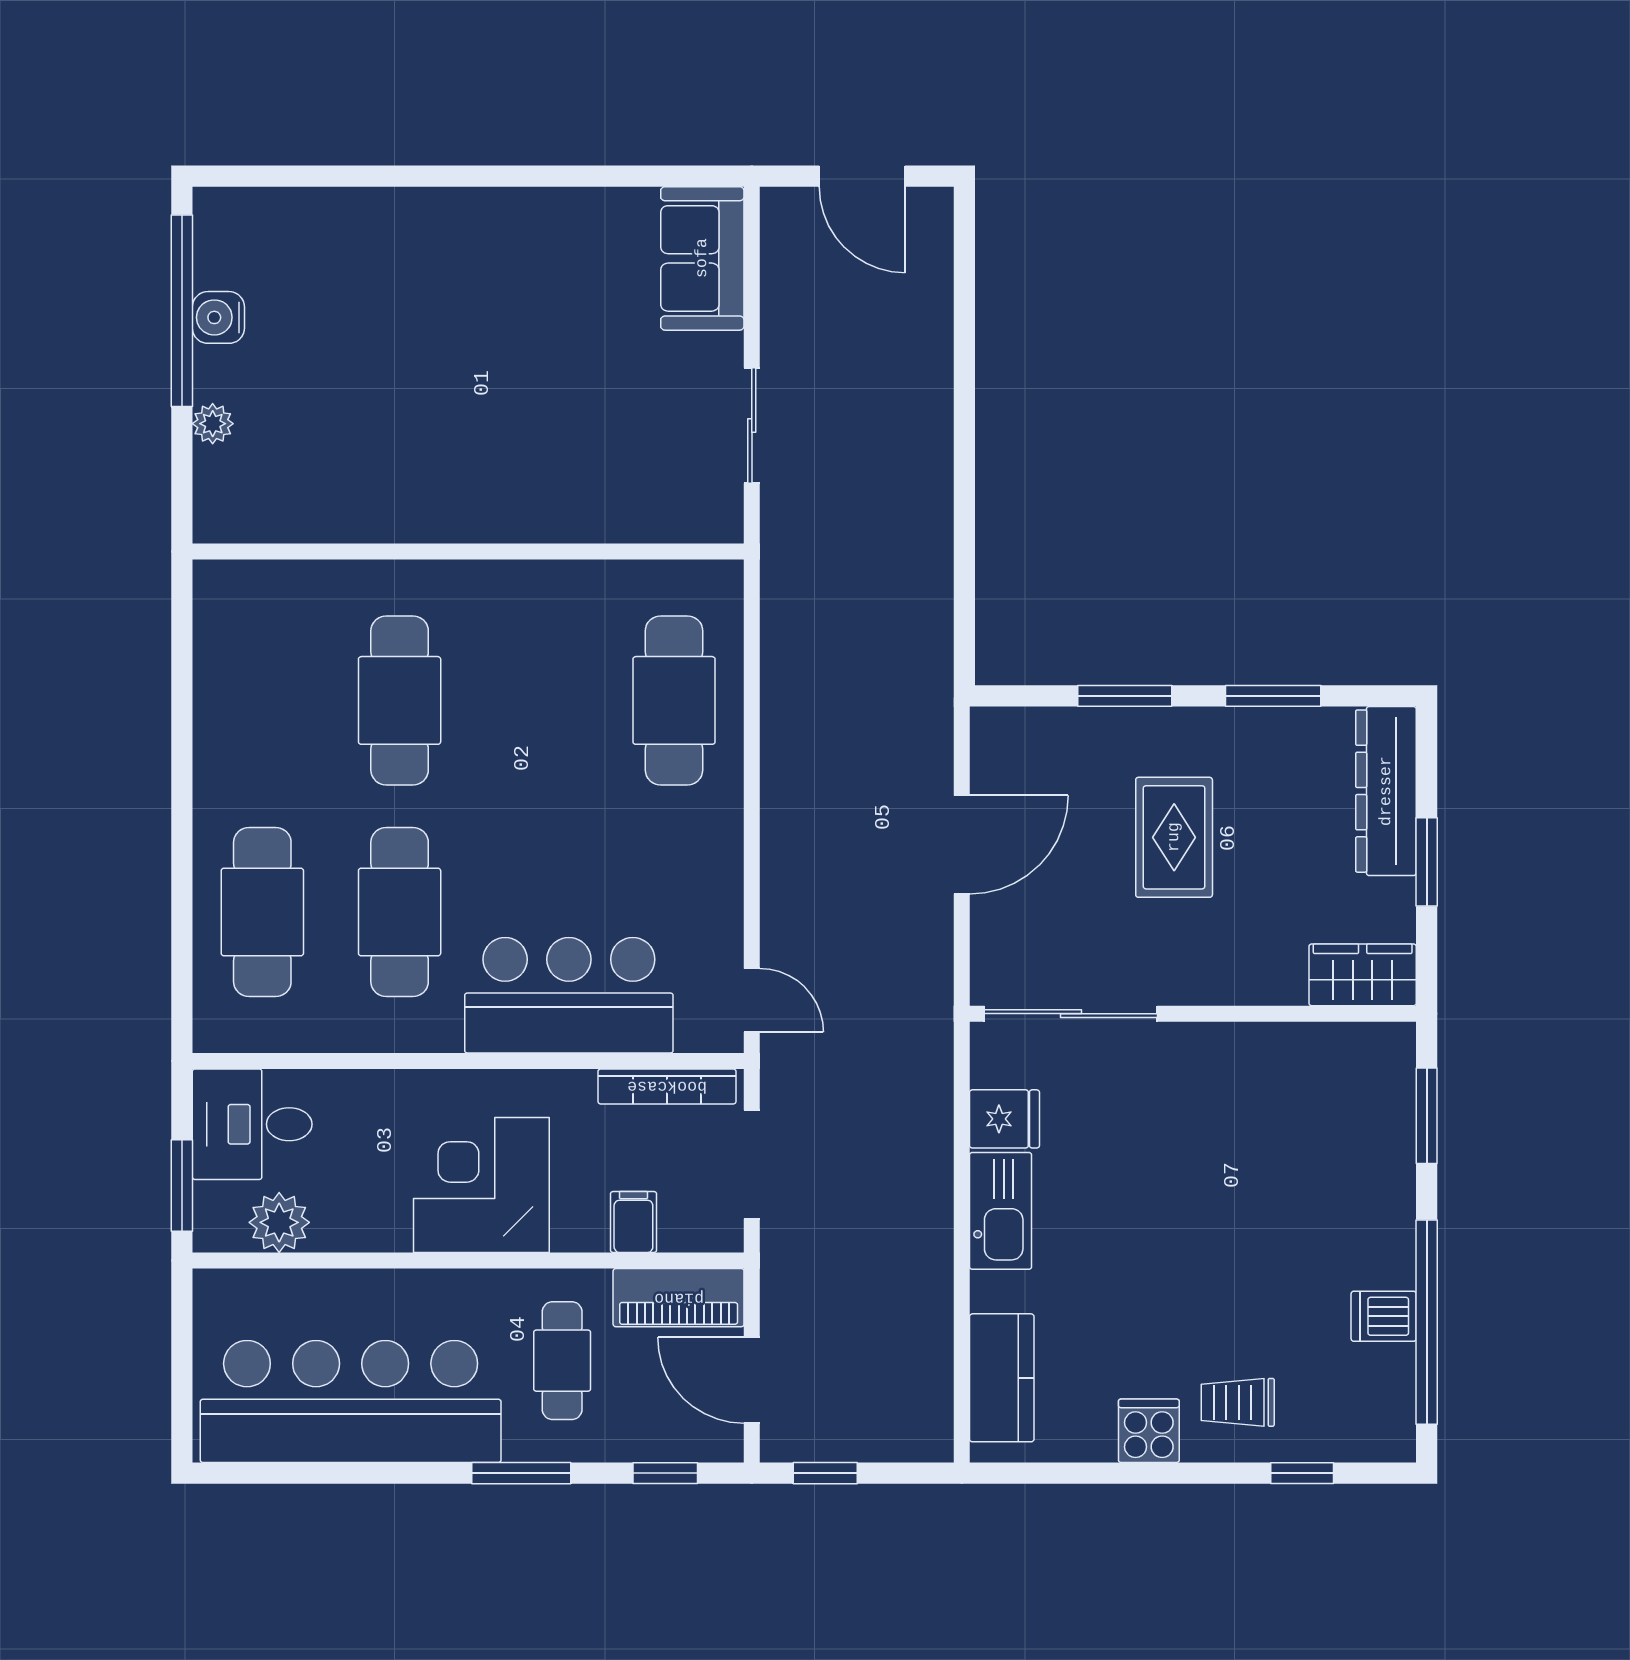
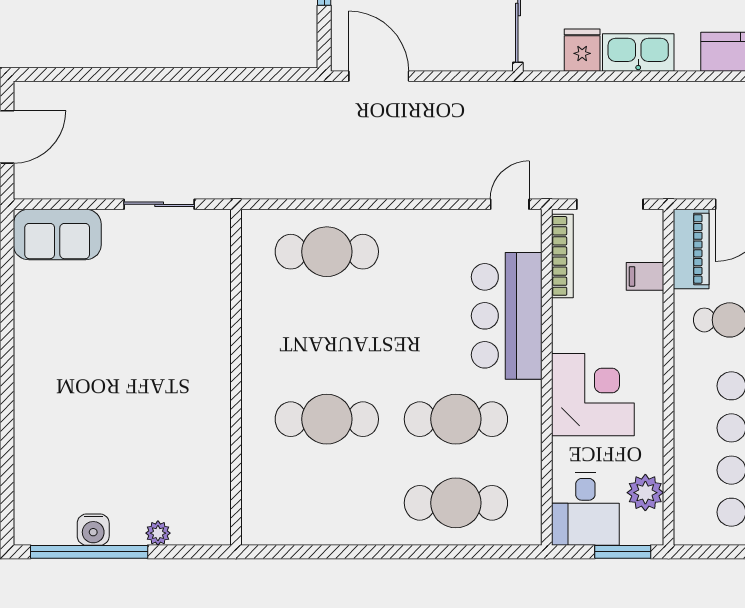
door: (962, 845) -> (379, 76), moved
corner desk: (481, 1185) -> (593, 395), moved, turned 180

